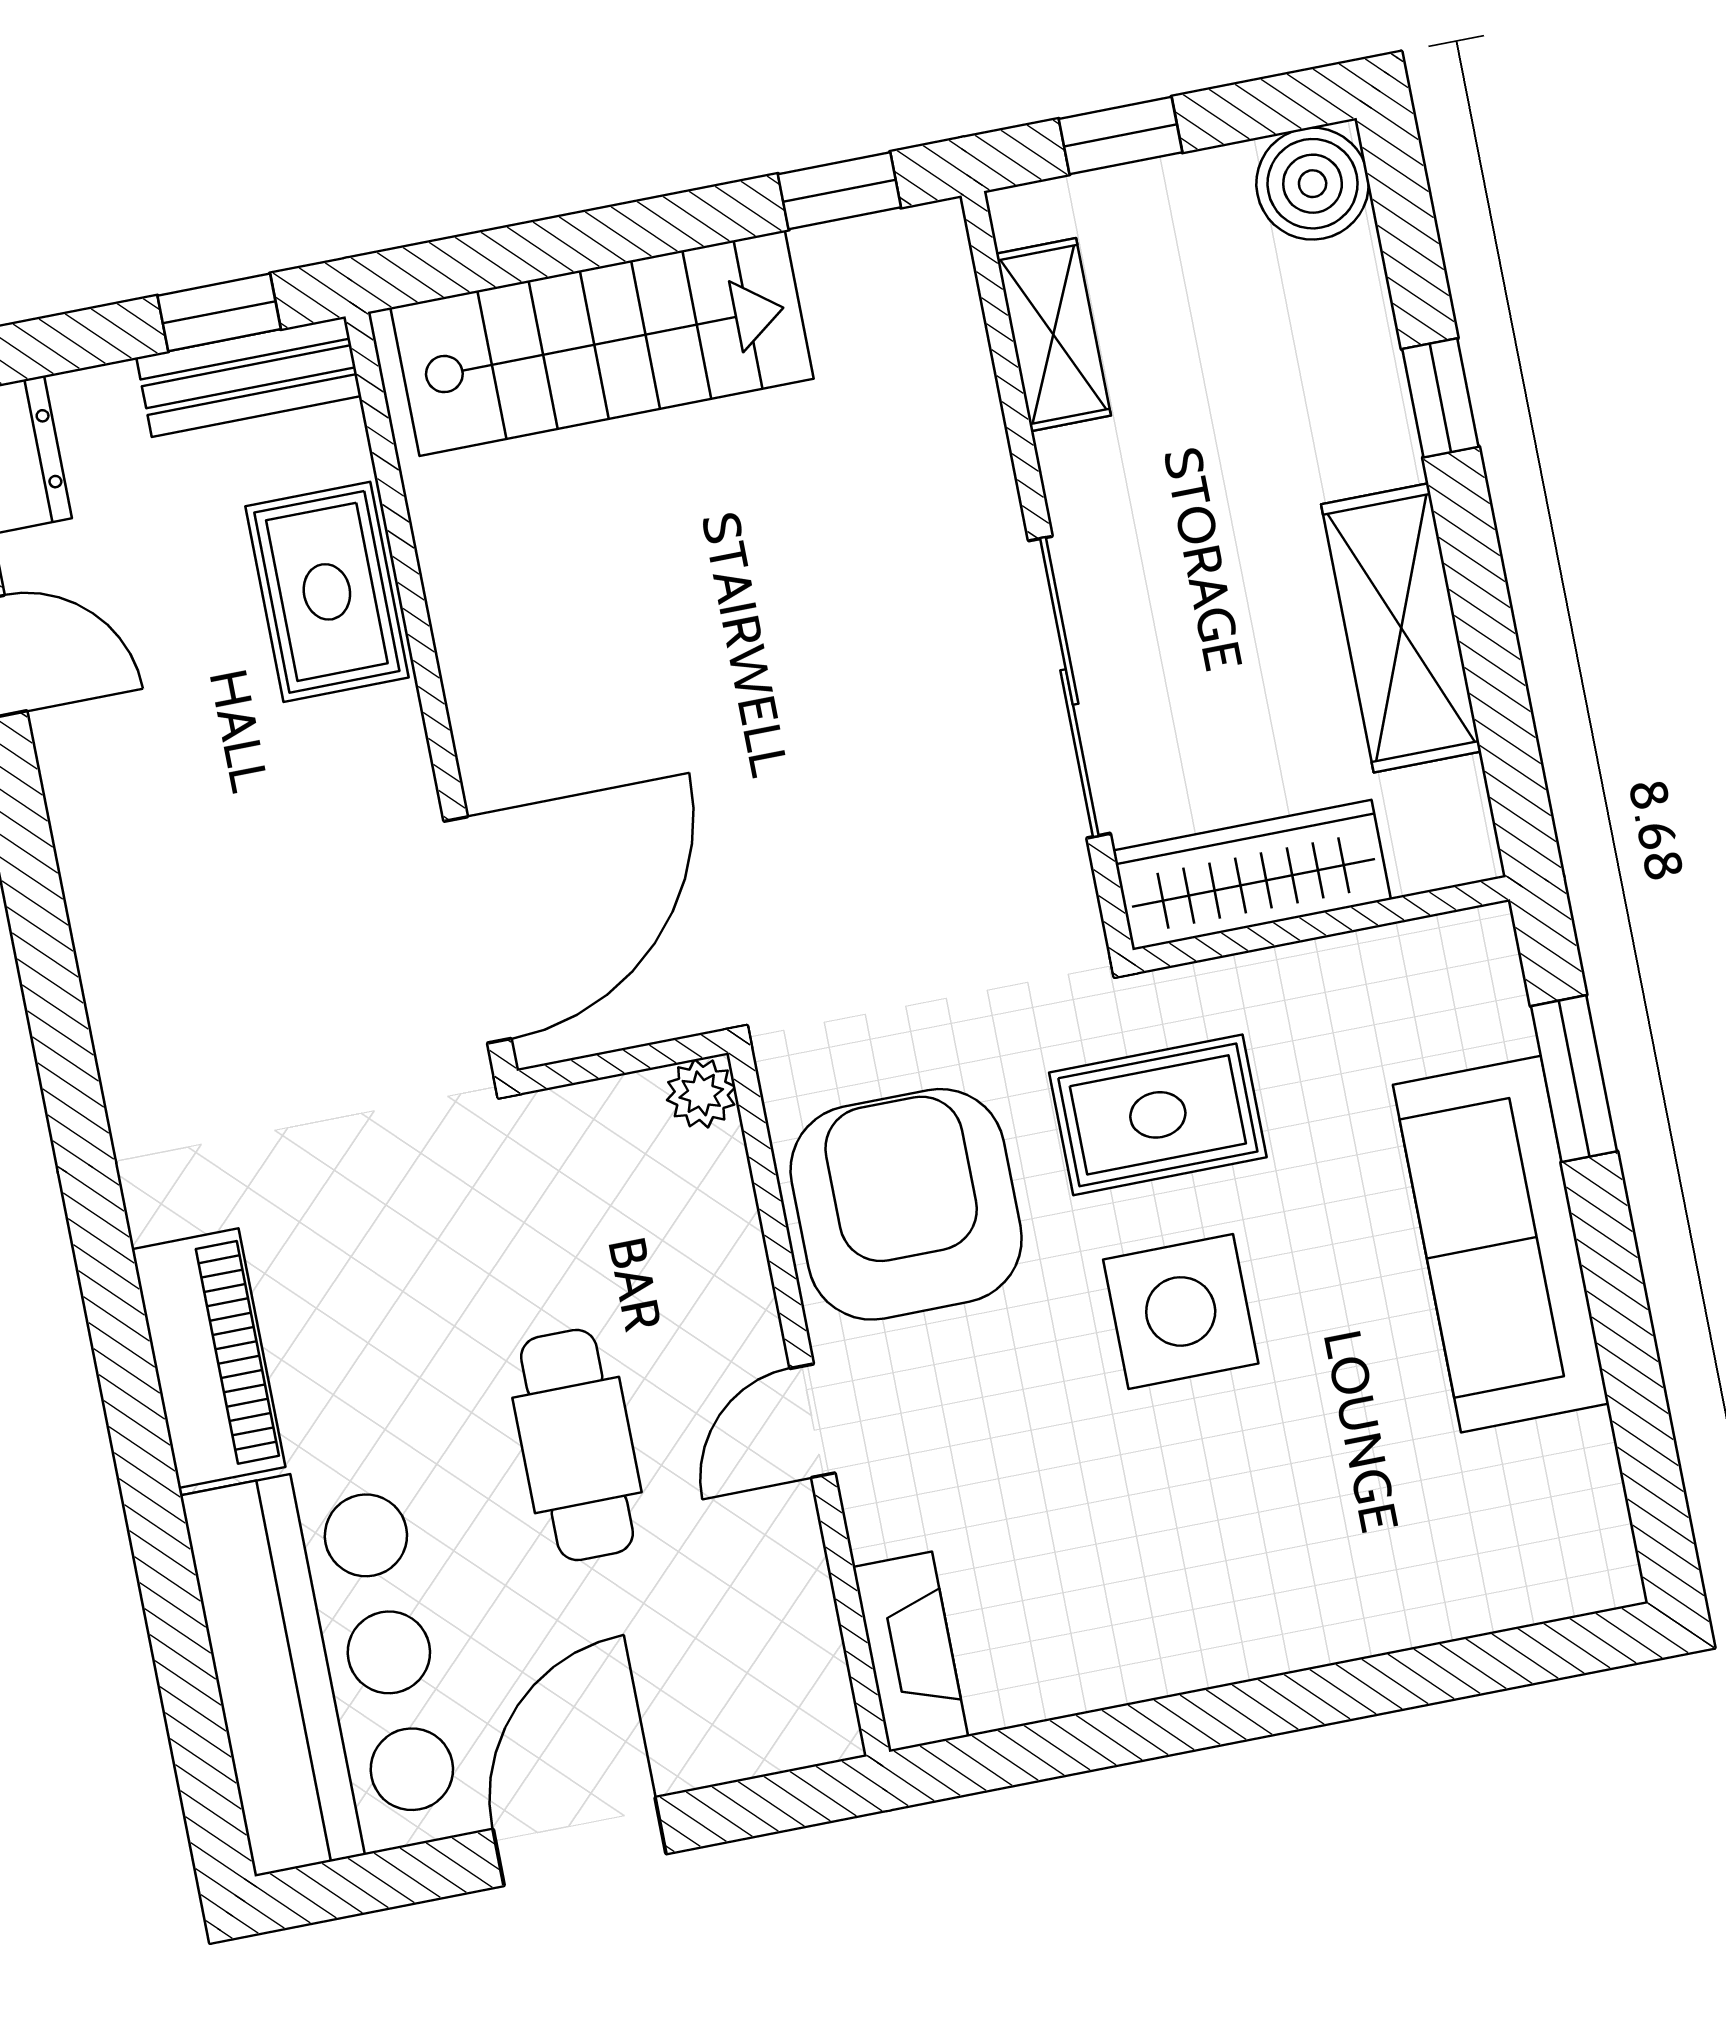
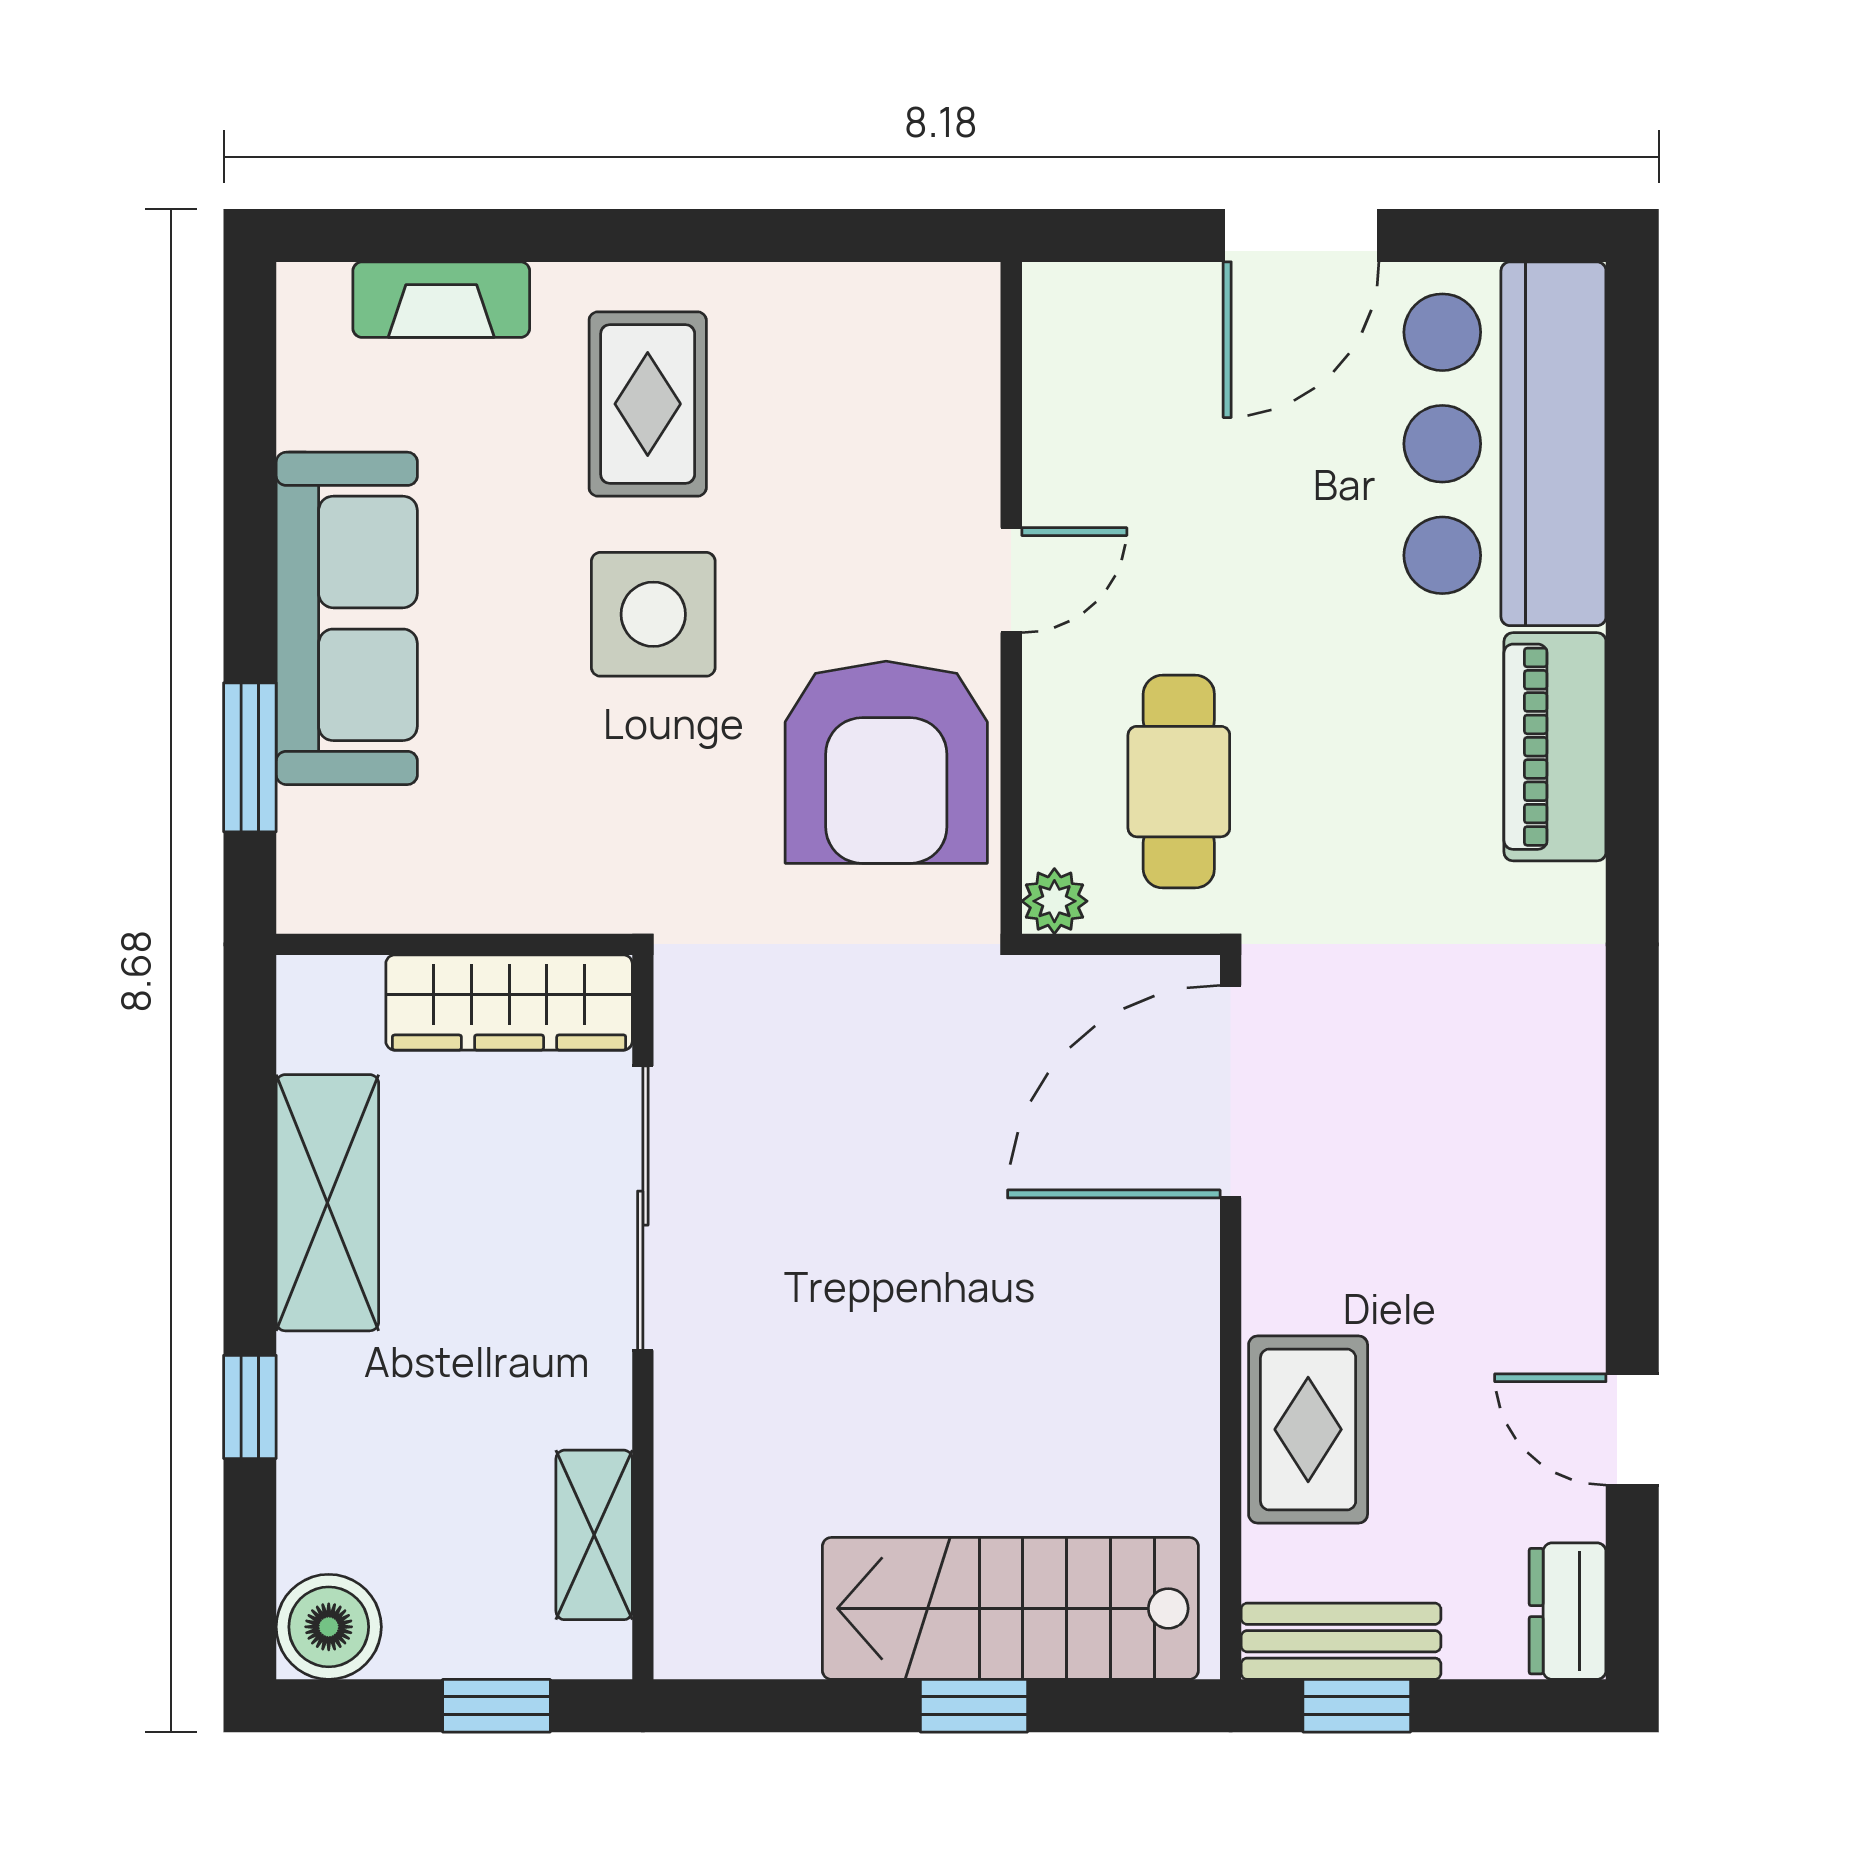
window: (839, 191) -> (974, 1706), moved
rug: (1158, 1115) -> (648, 404), moved, turned 90
cafe table: (577, 1445) -> (1179, 782), moved
fireplace: (910, 1652) -> (441, 300), moved, turned -90

